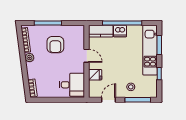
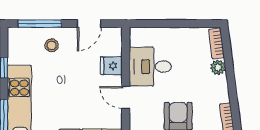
plant: (29, 58) -> (218, 67), moved
desk: (72, 85) -> (150, 67), moved

